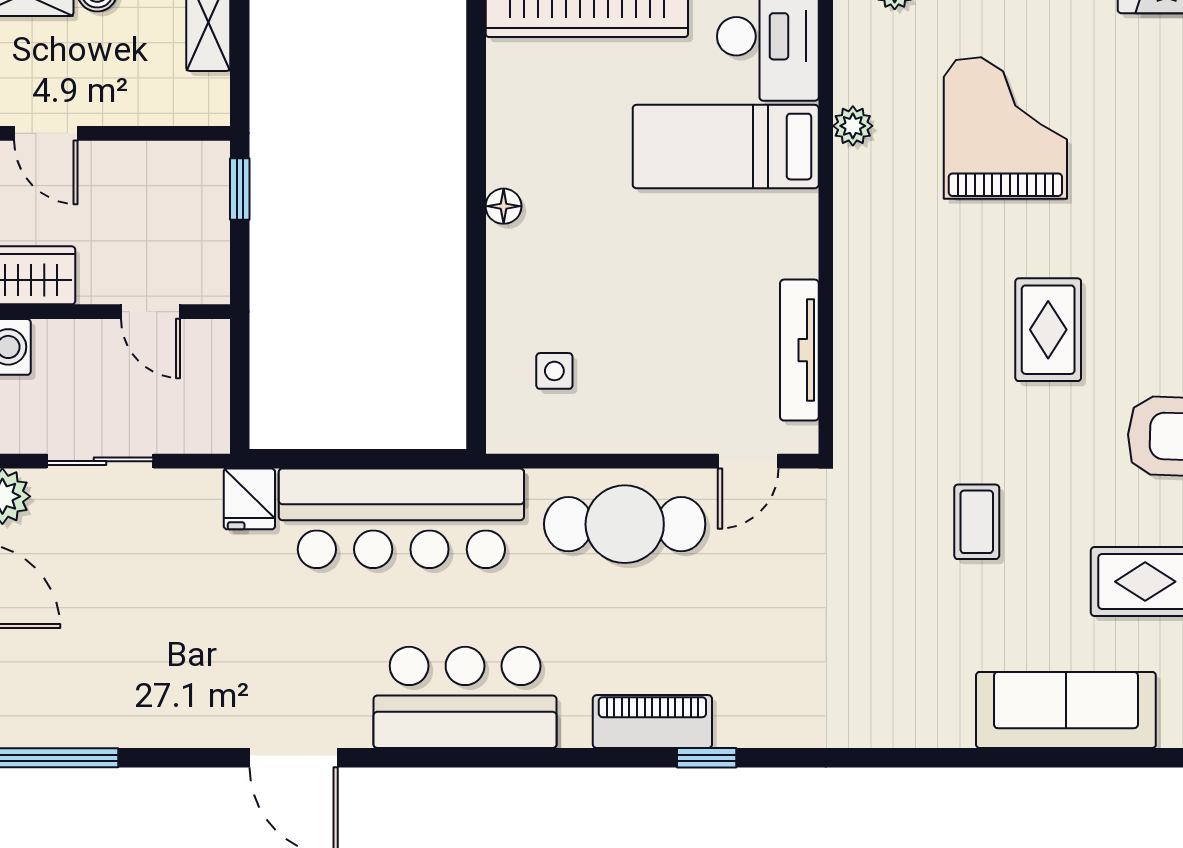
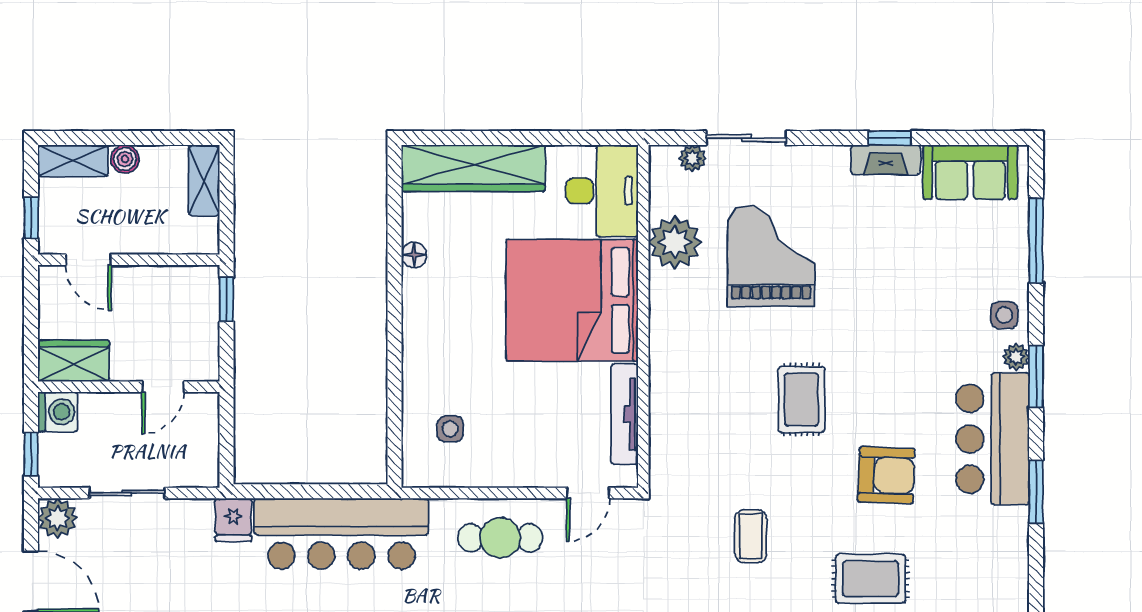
plant: (853, 126) -> (675, 242), width x1.88, depth x1.88
bed: (726, 147) -> (572, 300), width x2.04
floor lamp: (504, 206) -> (414, 255), moved
door: (151, 312) -> (163, 387), hinge flipped
cafe table: (625, 524) -> (500, 538), width x0.73, depth x0.74

